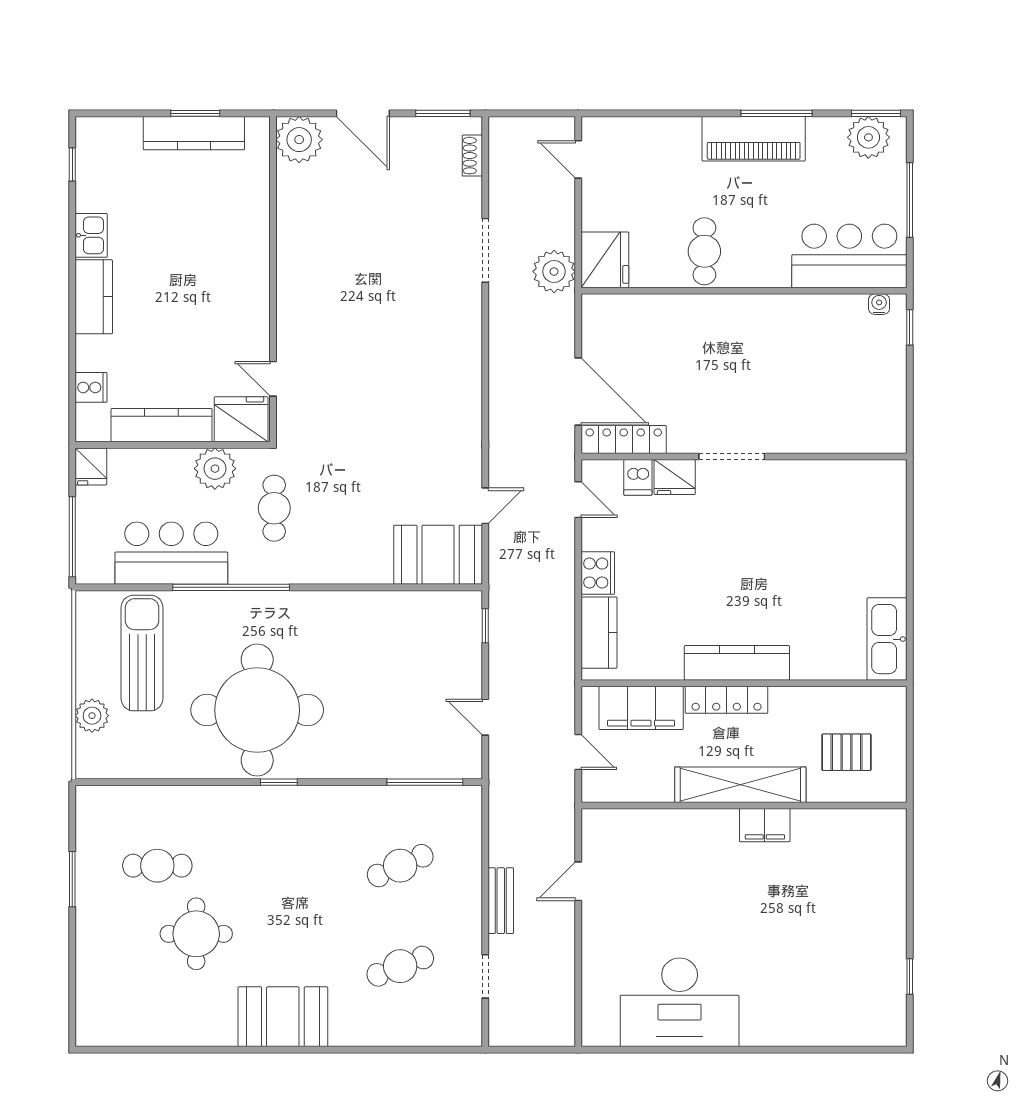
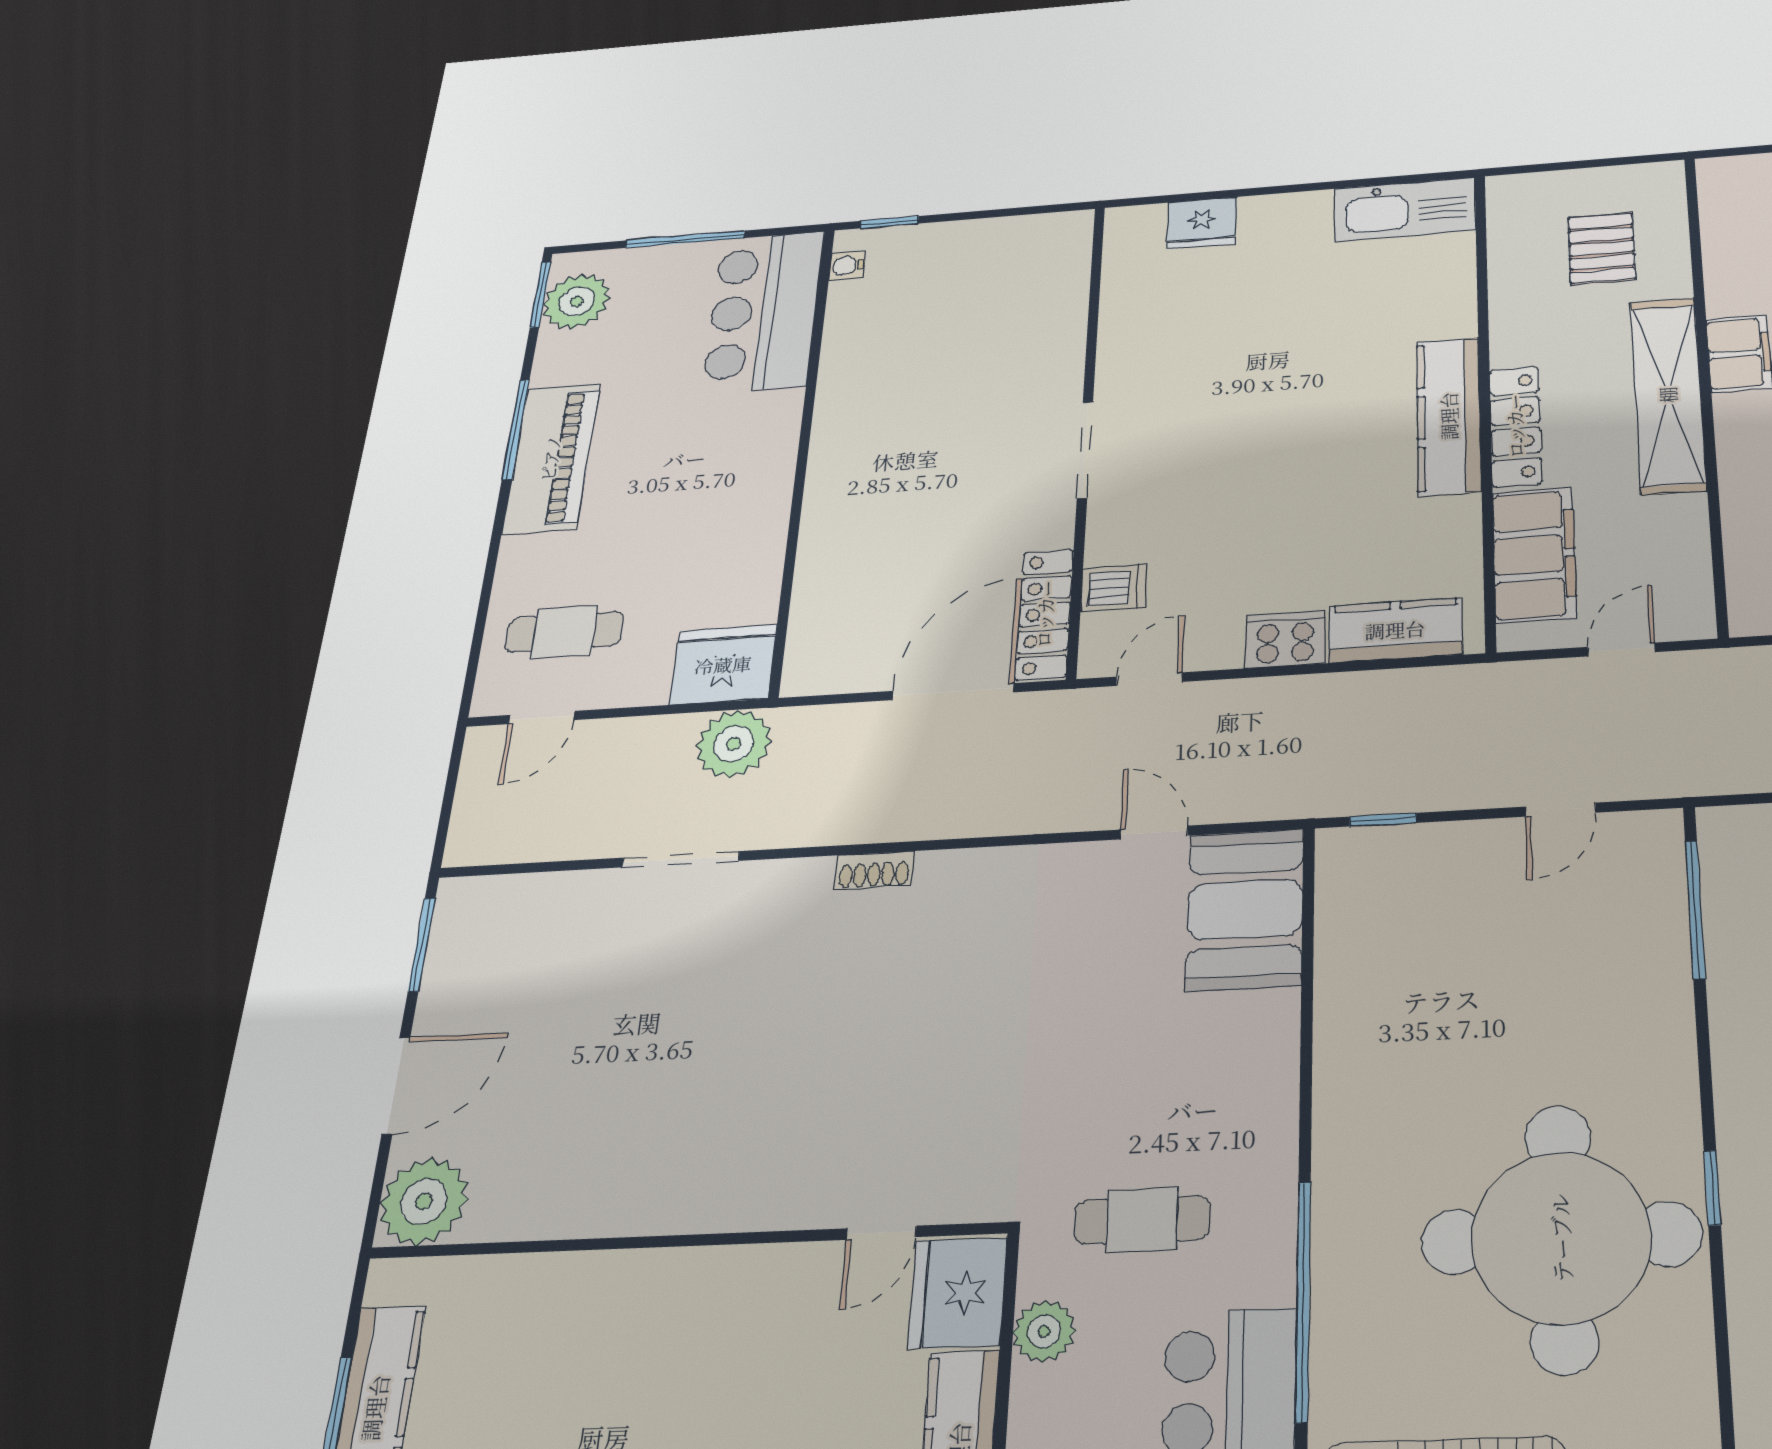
shoe rack: (472, 156) -> (874, 870), moved
cafe table: (704, 251) -> (564, 632), moved
plant: (215, 469) -> (1044, 1331), width x0.73, depth x0.73
fridge: (675, 477) -> (1202, 223), moved, turned 90

